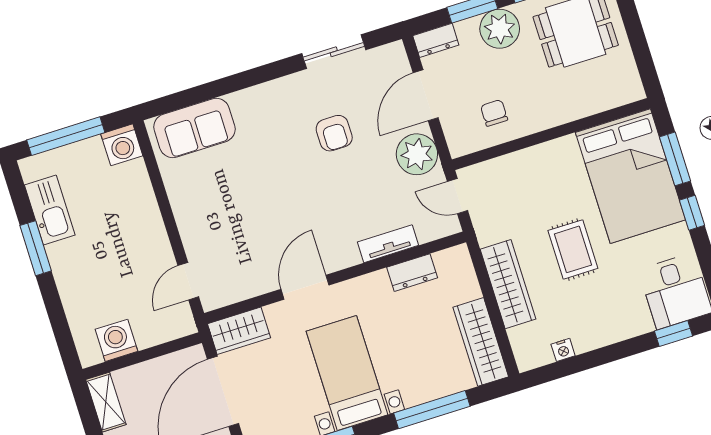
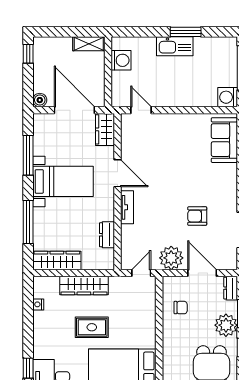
kitchen sink: (50, 210) -> (175, 46), moved
tv unit: (388, 244) -> (127, 207), moved

